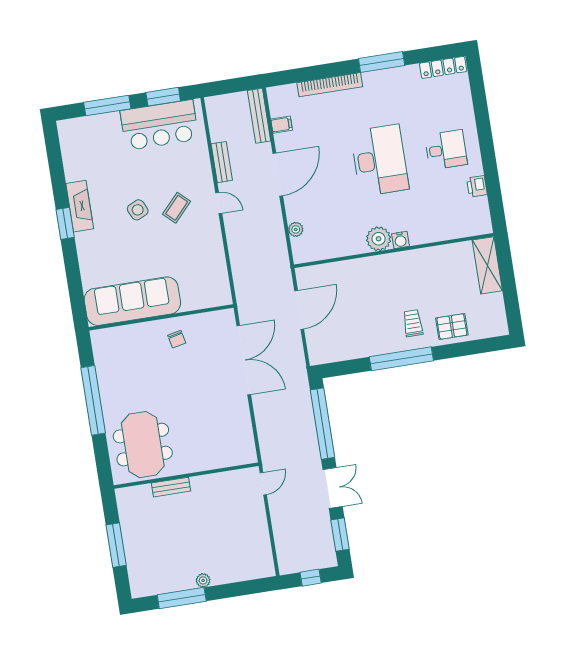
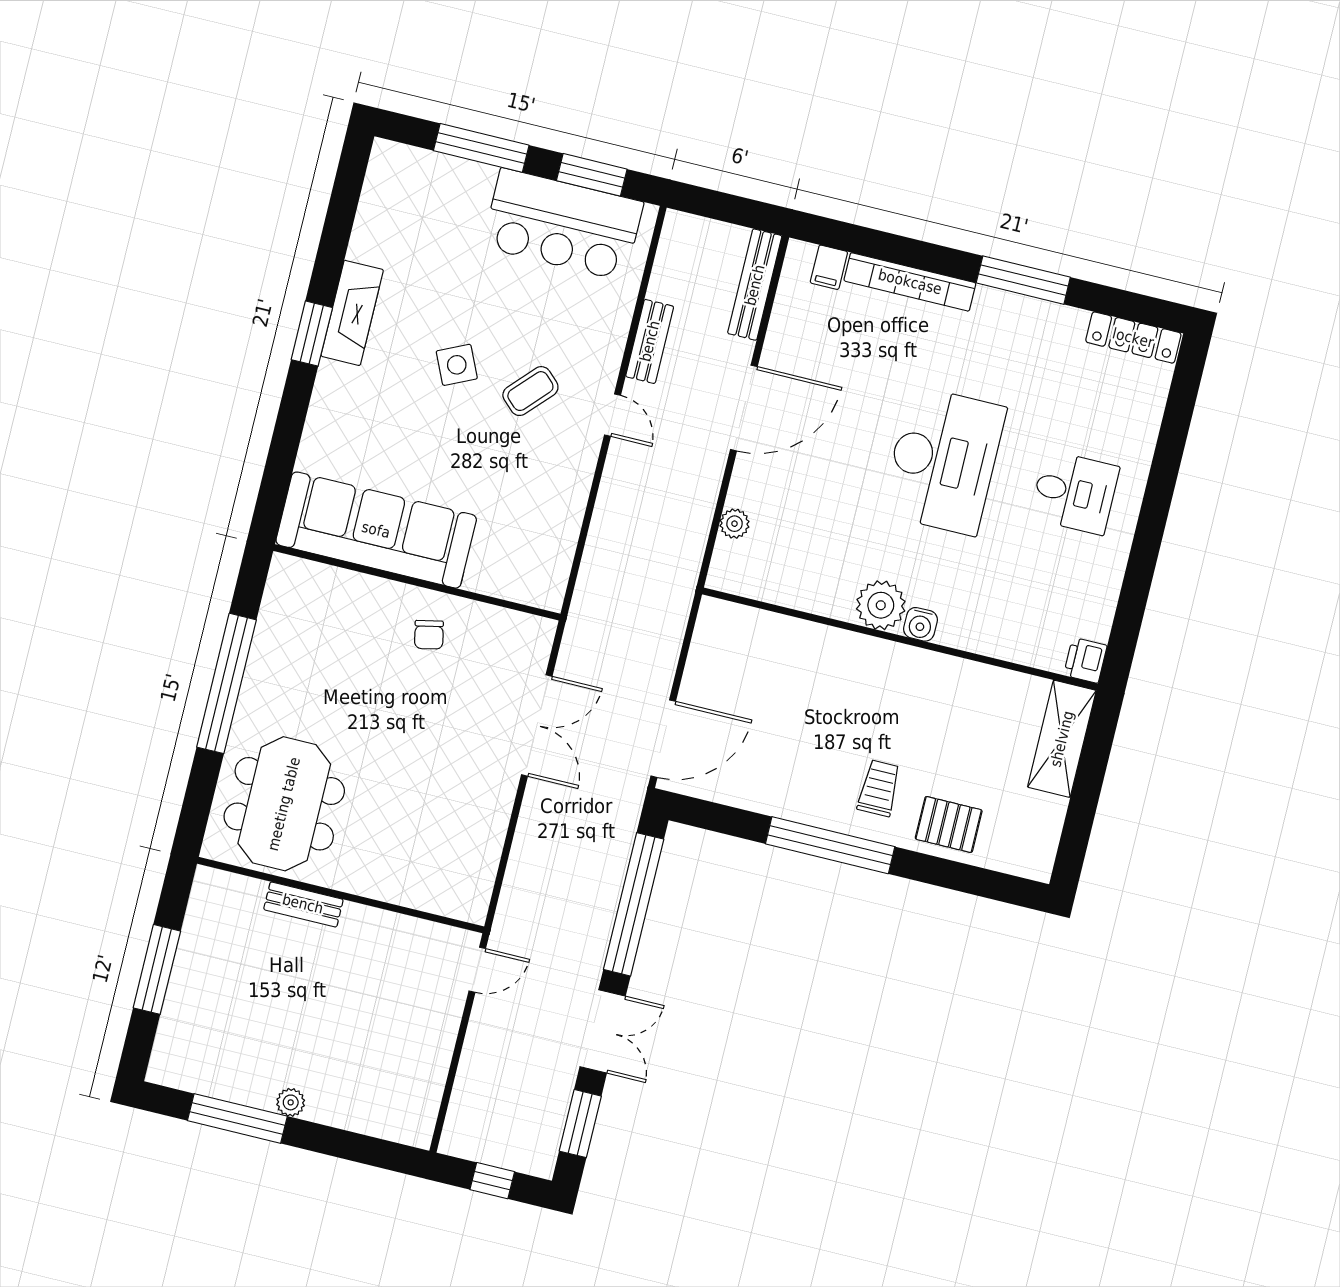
filing cabinet: (282, 125) -> (829, 267), moved, turned 90
printer: (477, 186) -> (1085, 660), moved
door: (299, 310) -> (663, 739), moved
double door: (244, 360) -> (537, 725), width x0.73

